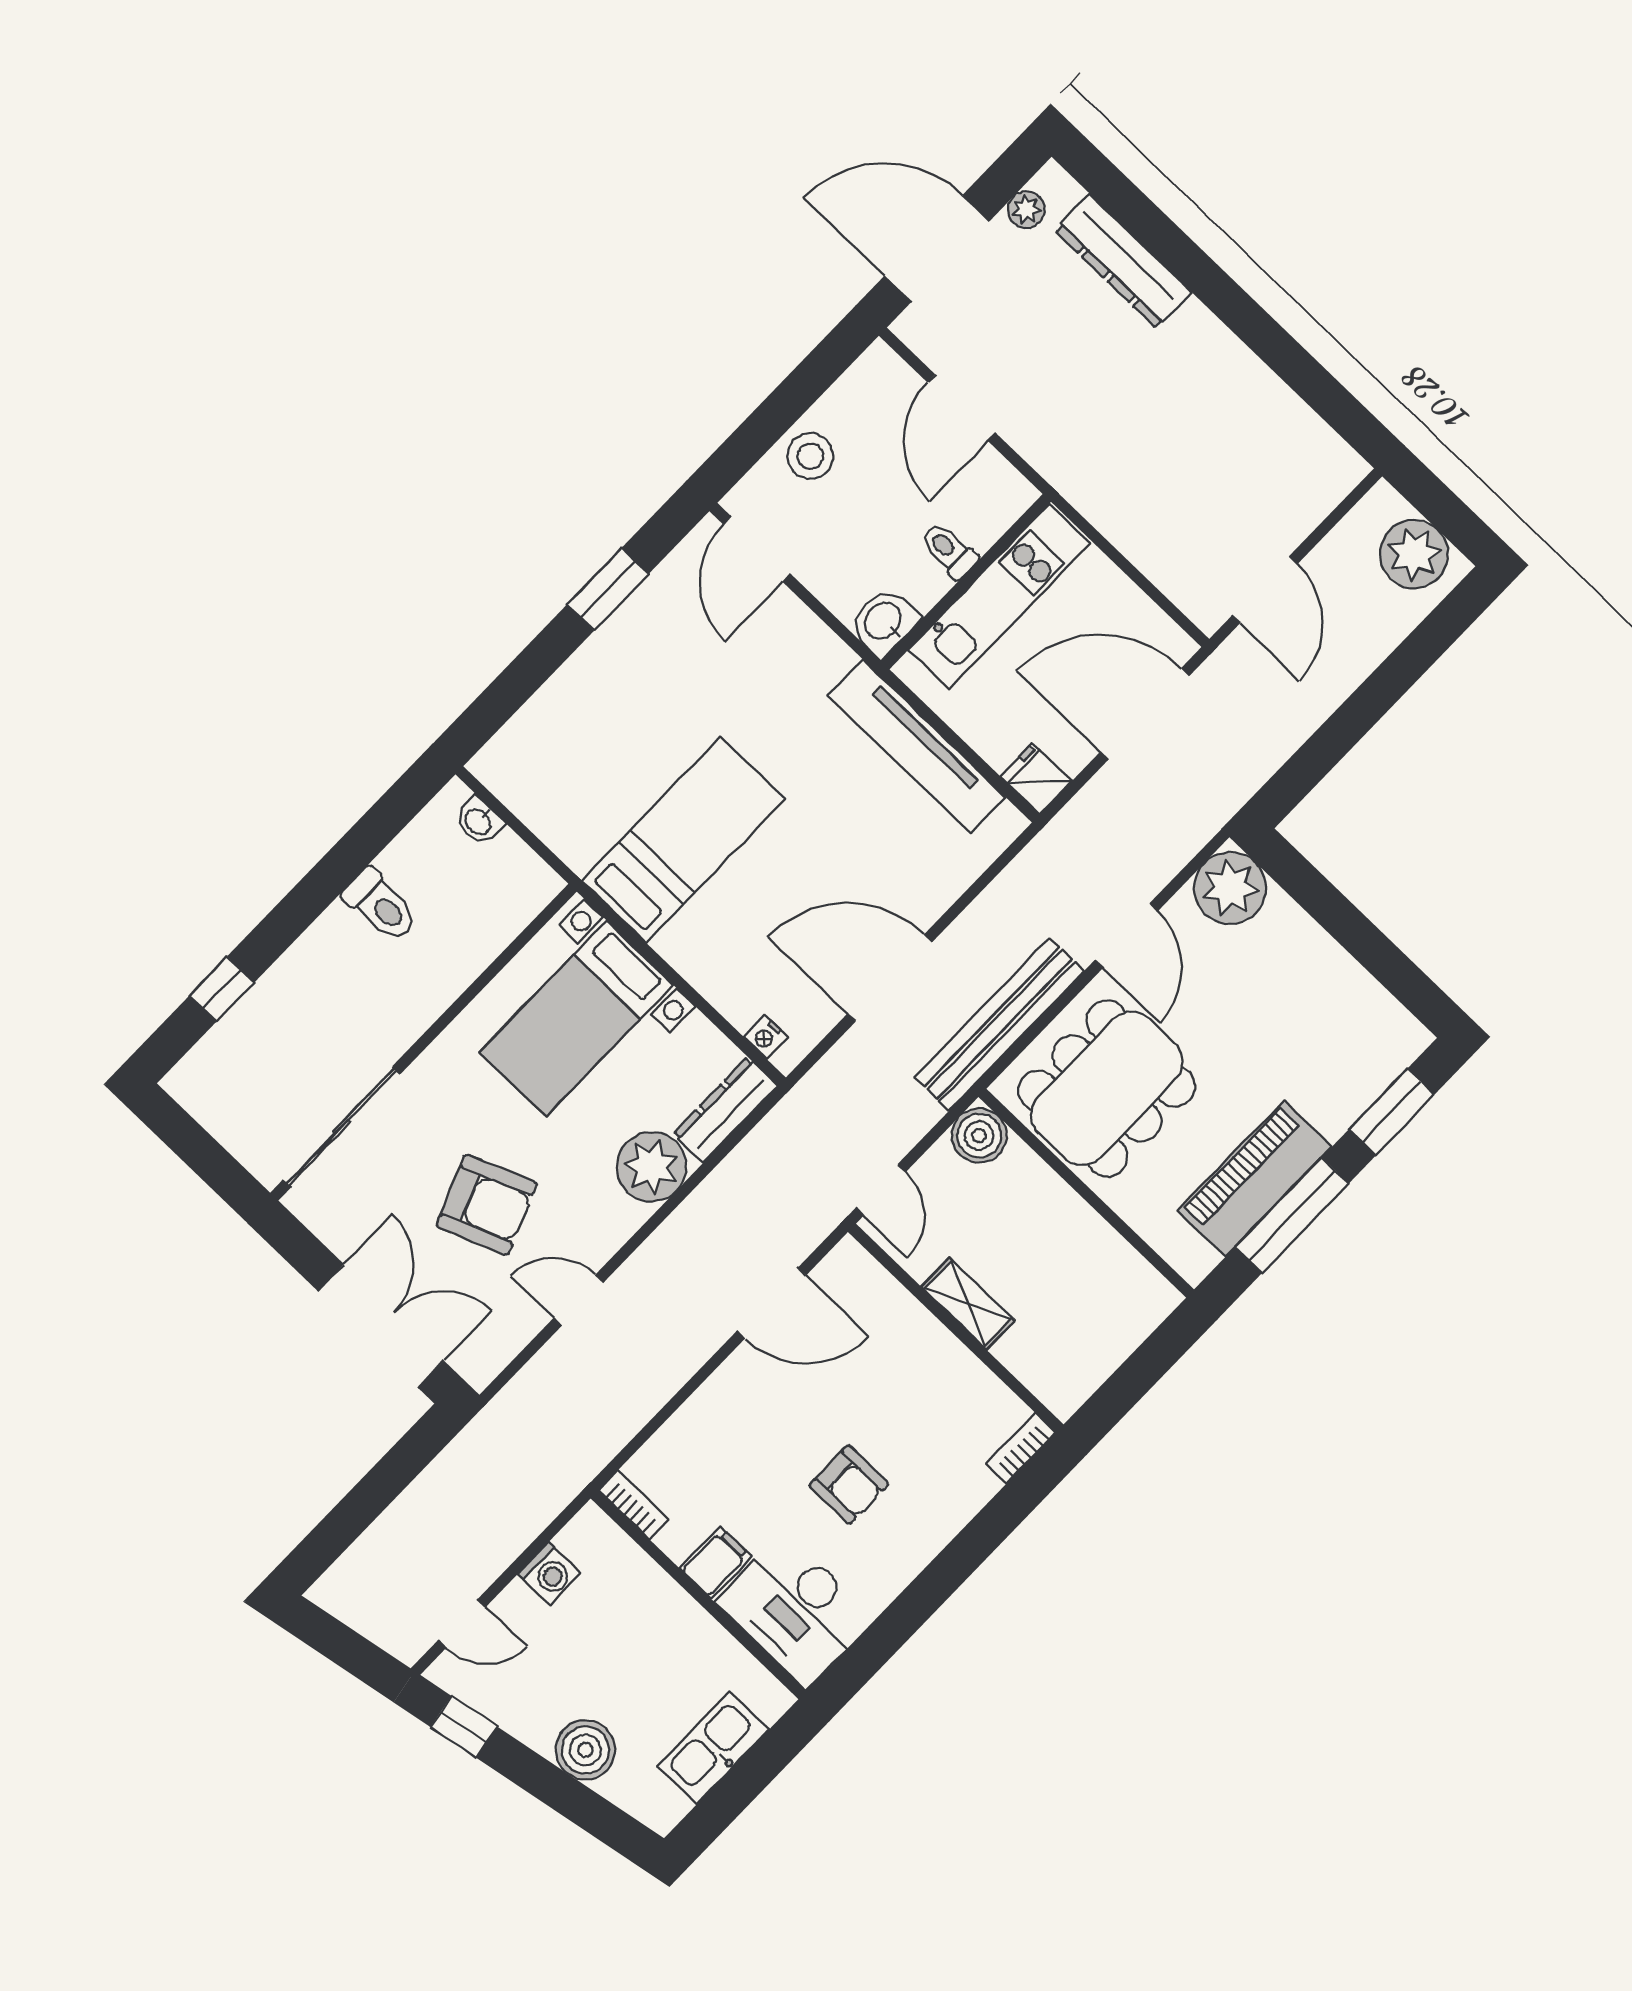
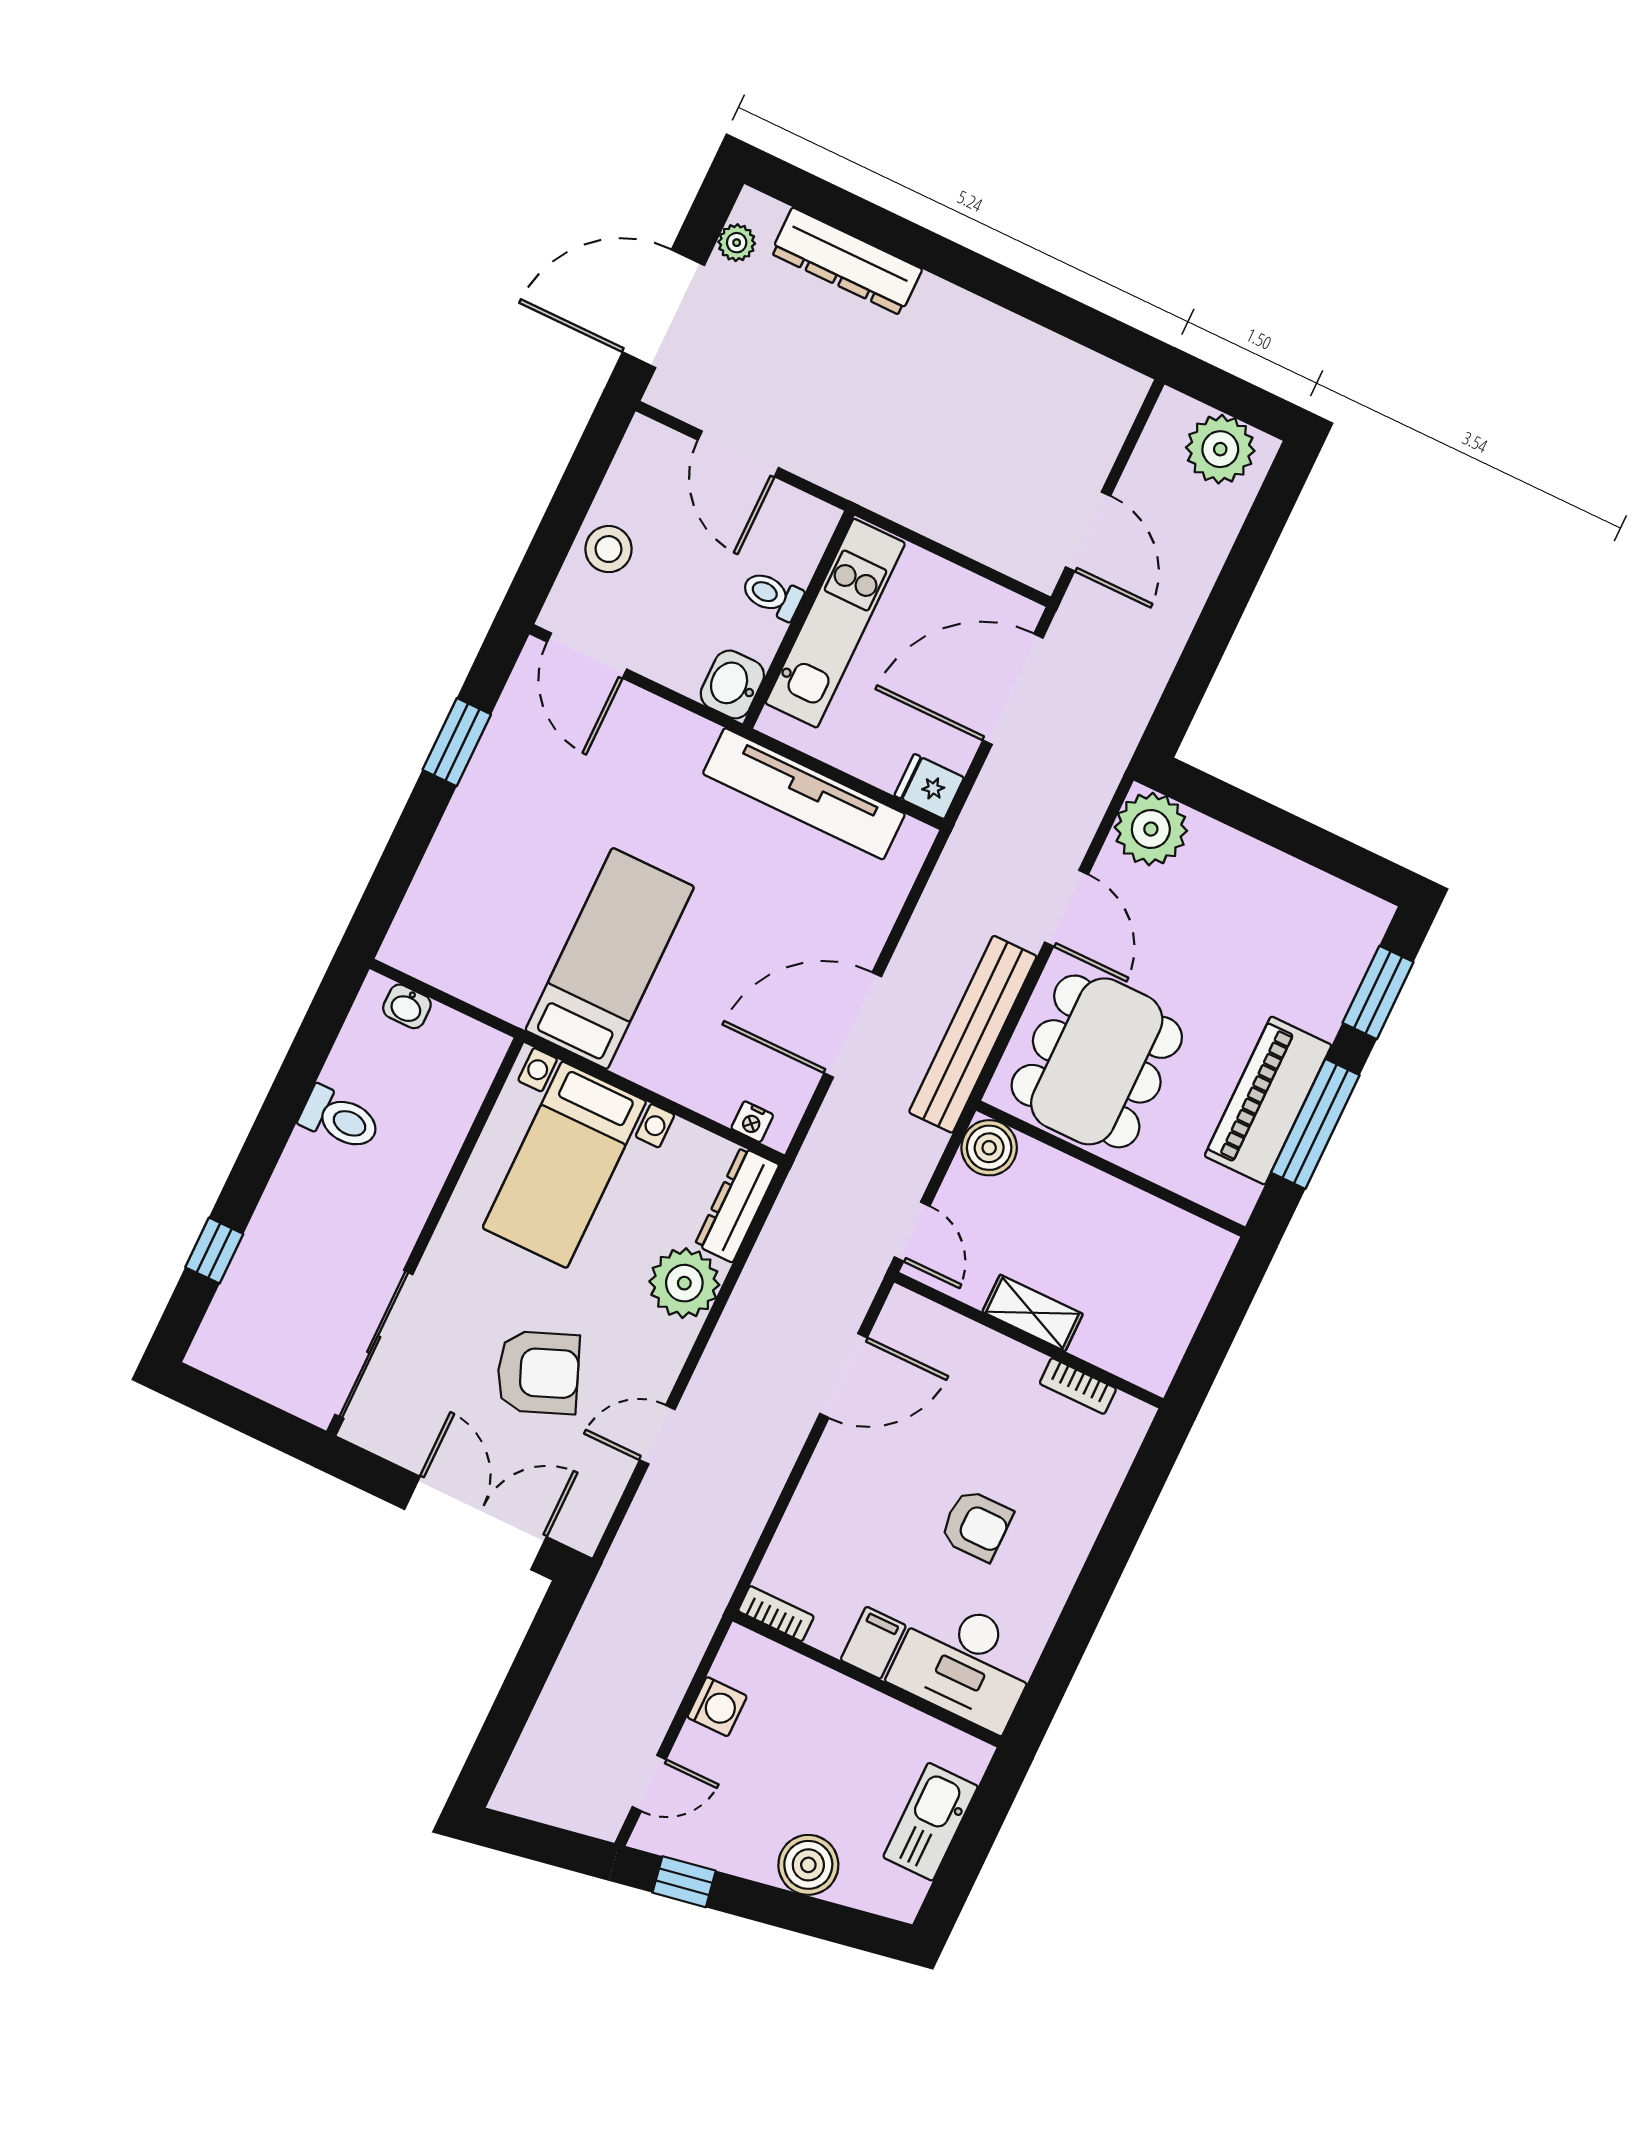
bookcase: (1021, 1448) -> (1078, 1386), moved, turned -90

